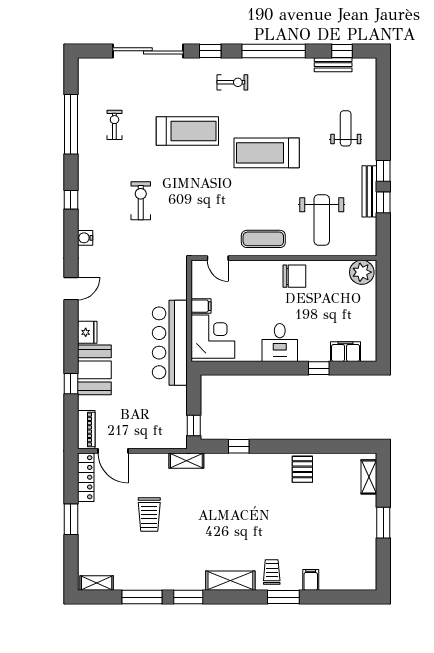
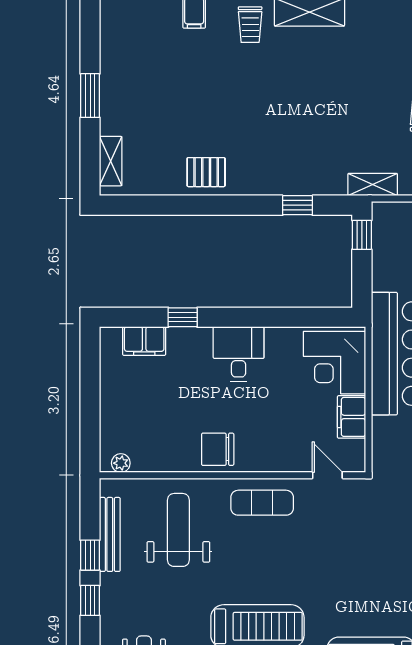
bench: (369, 191) -> (110, 534), moved
plant: (362, 272) -> (121, 463), width x0.53, depth x0.53
filing cabinet: (201, 306) -> (352, 417), width x2.00
pallet: (302, 469) -> (206, 172), turned 90

